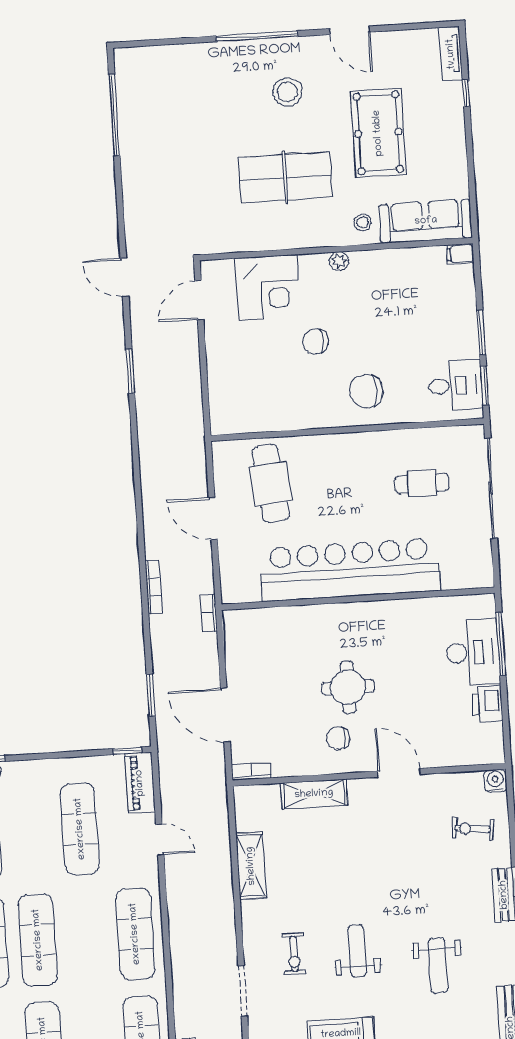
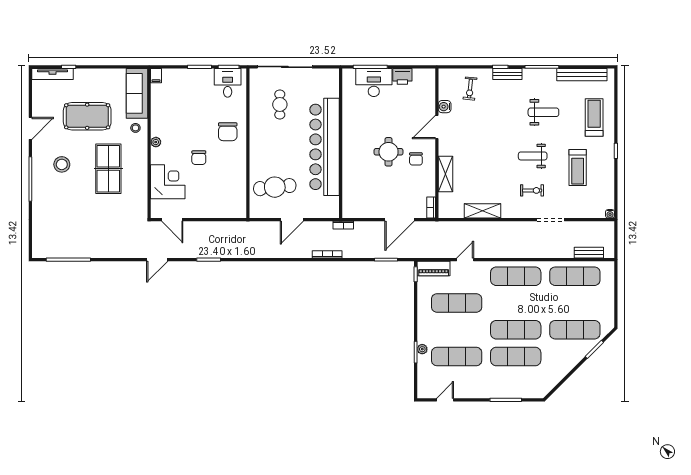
tv unit: (451, 54) -> (53, 74), width x1.41
water cooler: (495, 781) -> (445, 107), moved

